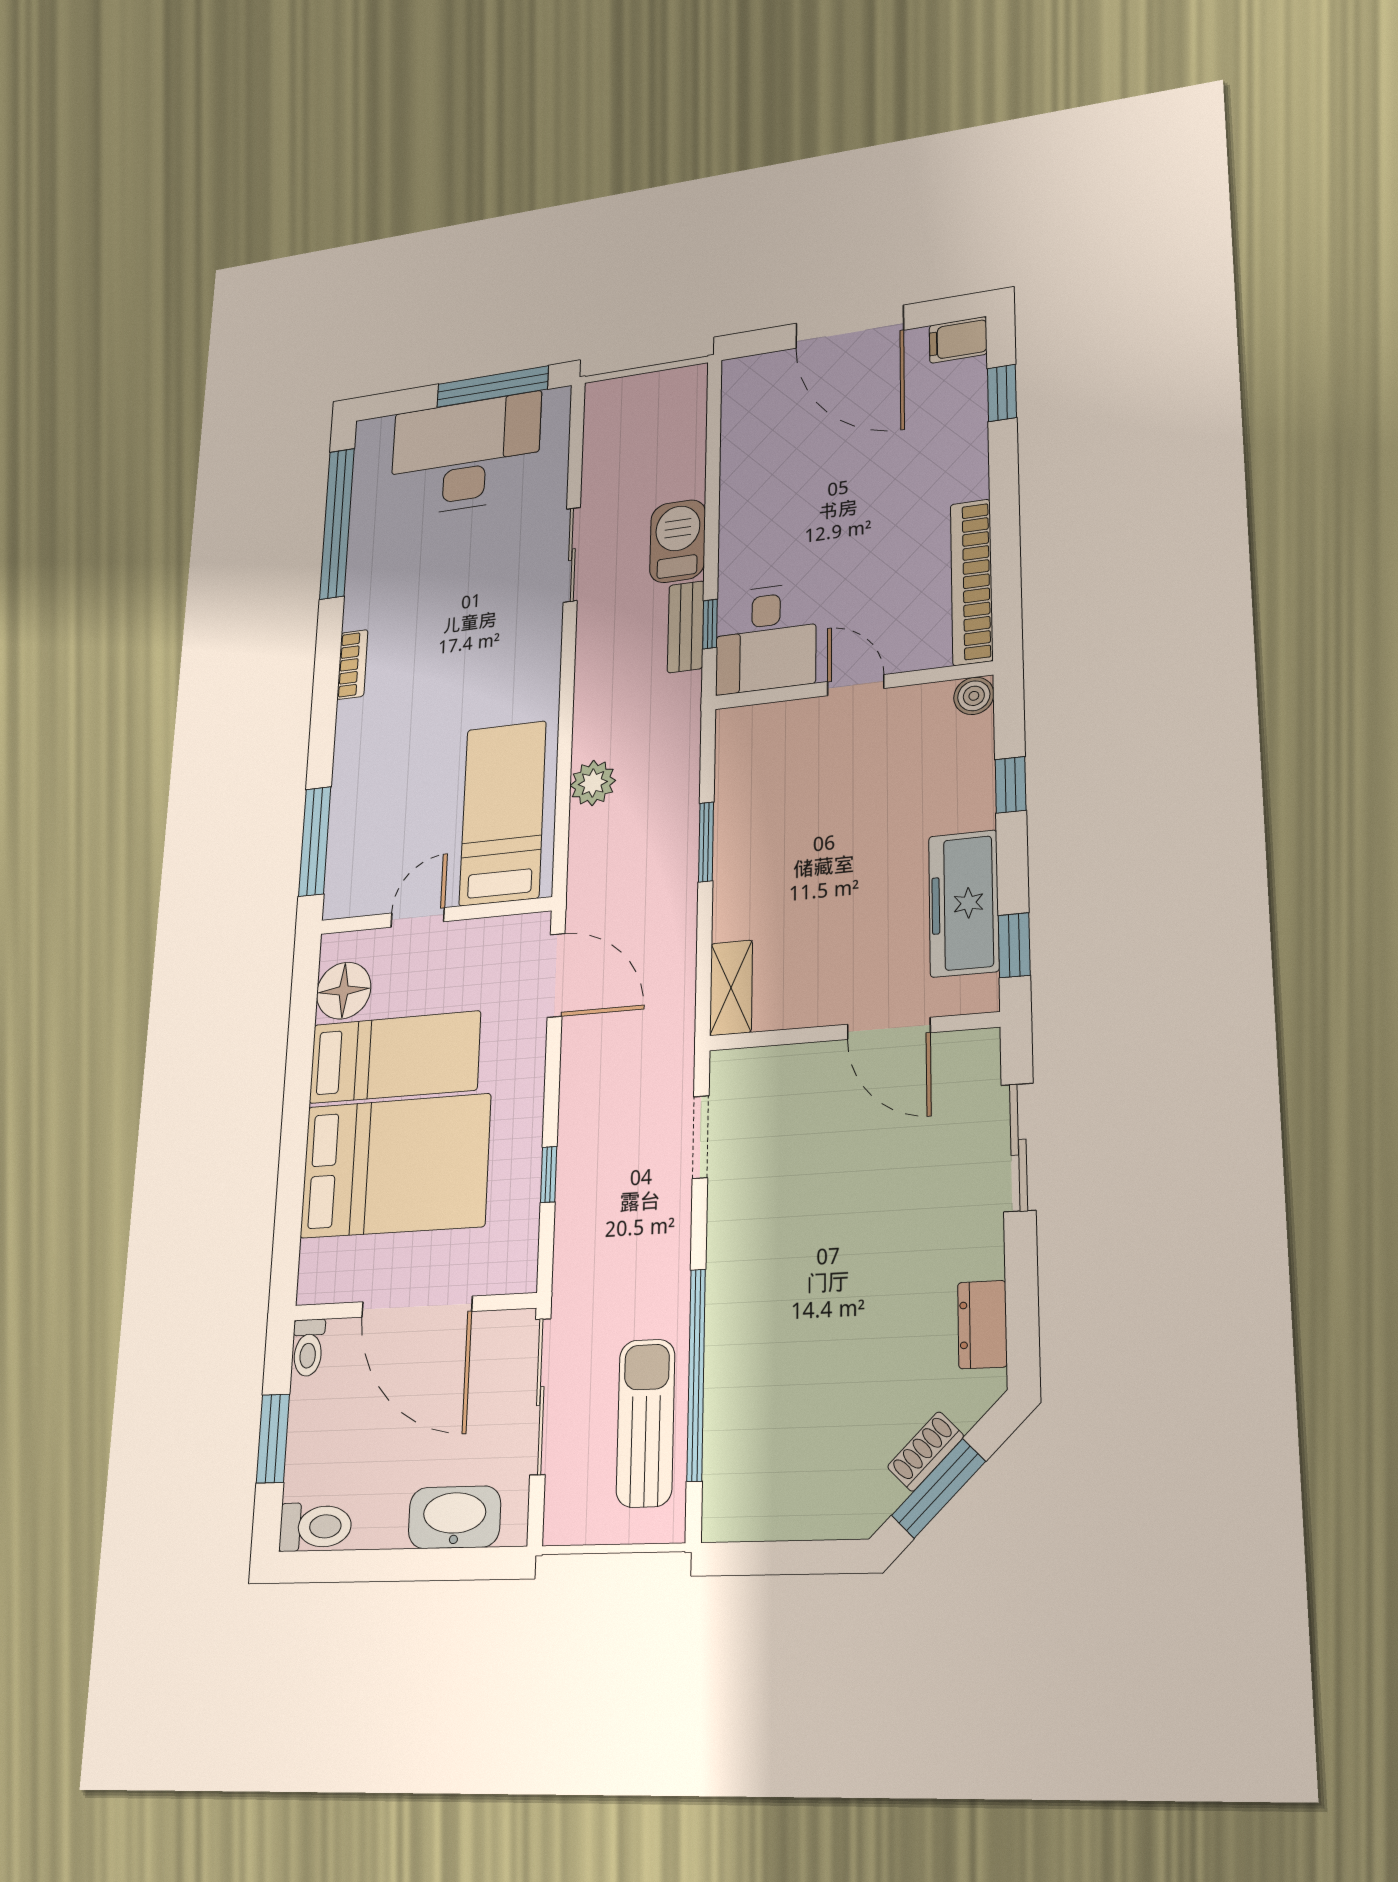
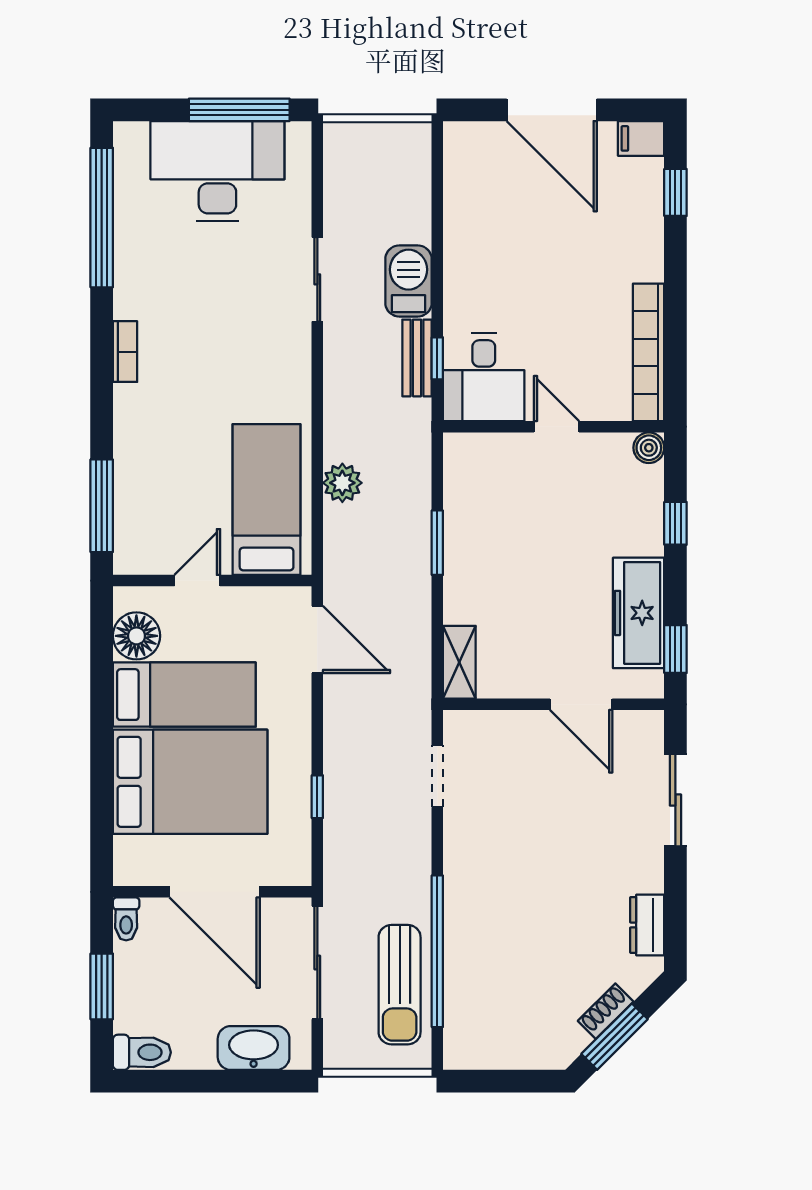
sun lounger: (646, 1423) -> (400, 985), turned 180

